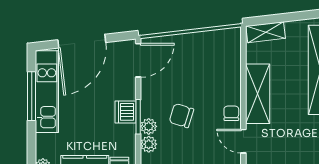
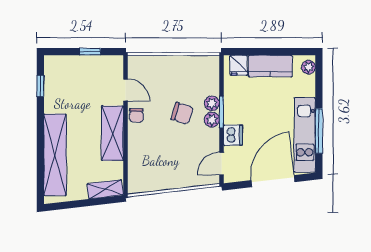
door: (138, 60) -> (221, 164), width x0.73
dishwasher: (126, 112) -> (233, 135), moved
plant: (149, 144) -> (212, 120), moved

